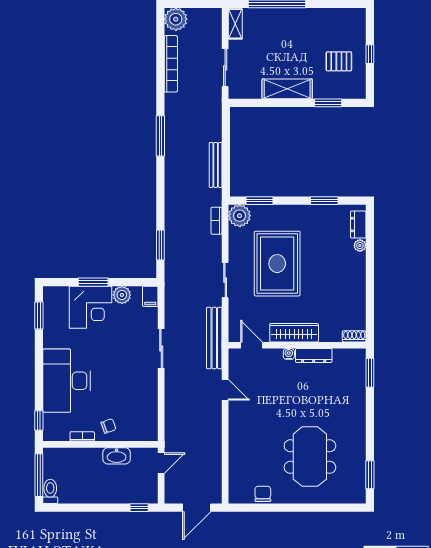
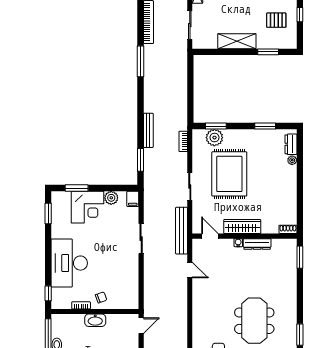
window: (160, 136) -> (141, 61), moved
bench: (216, 165) -> (148, 130), moved
plant: (240, 216) -> (214, 138), moved
window: (93, 282) -> (77, 188), moved
washbasin: (117, 456) -> (95, 320), moved

